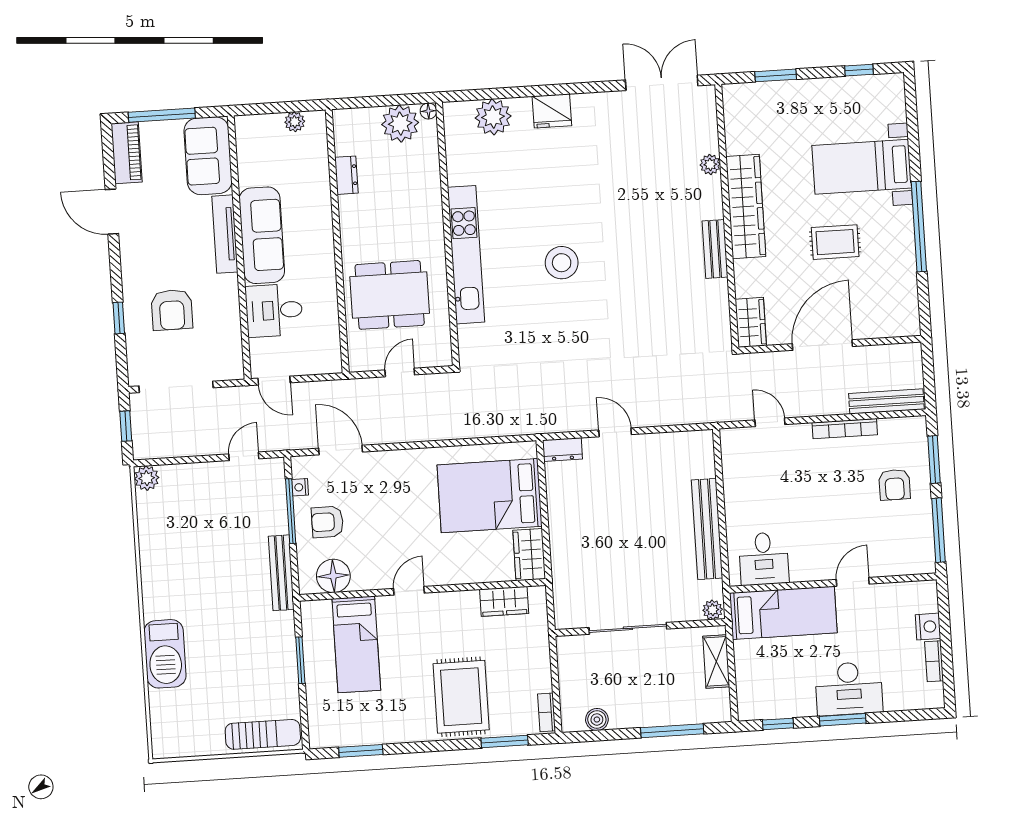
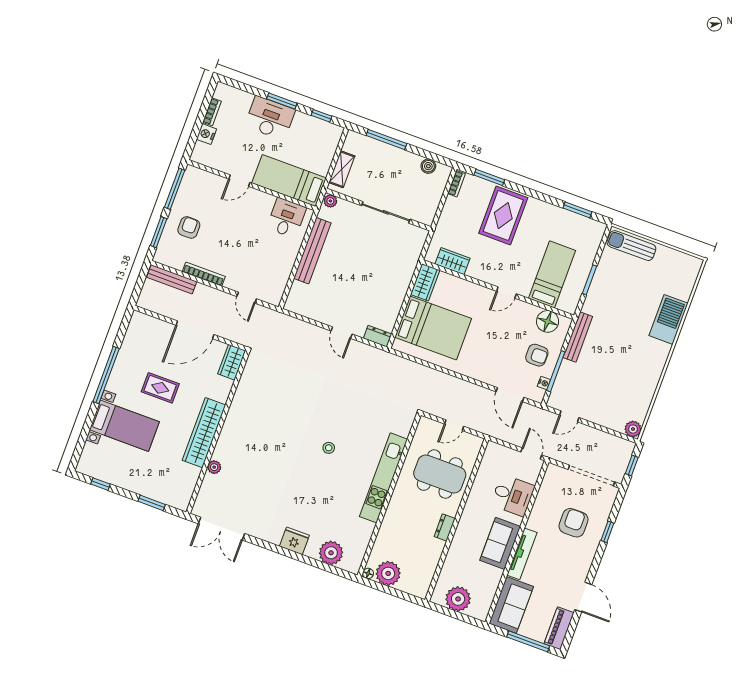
plant: (295, 122) -> (458, 599), width x1.87, depth x1.87
dresser: (346, 175) -> (445, 527), moved
sofa: (262, 235) -> (500, 543), width x0.73
bench: (715, 249) -> (234, 415), removed
stool: (562, 263) -> (329, 448), width x0.53, depth x0.53

